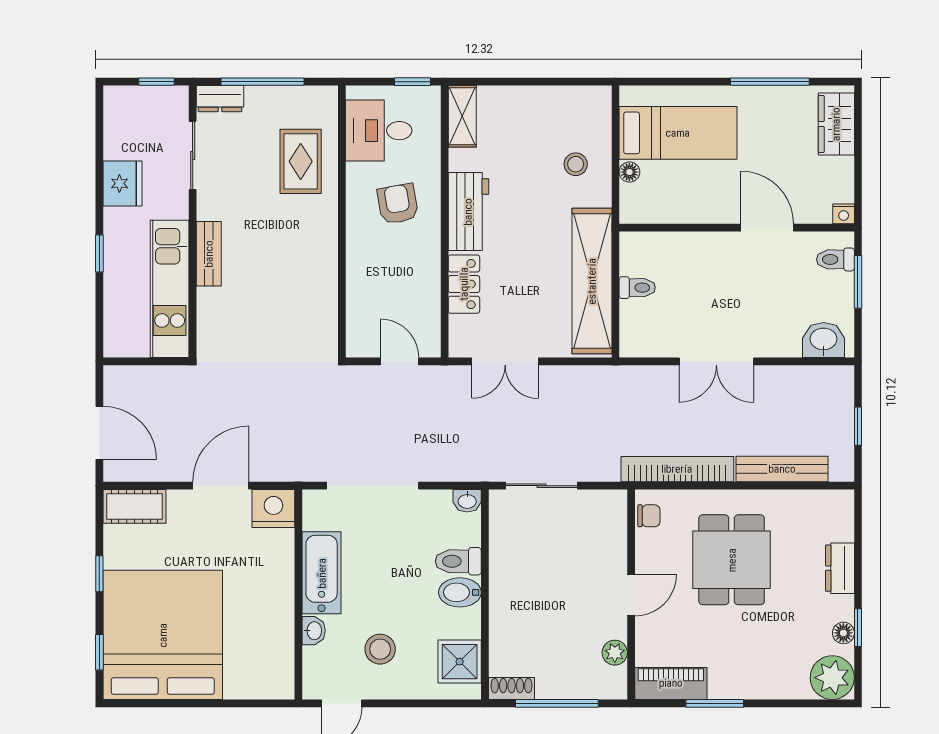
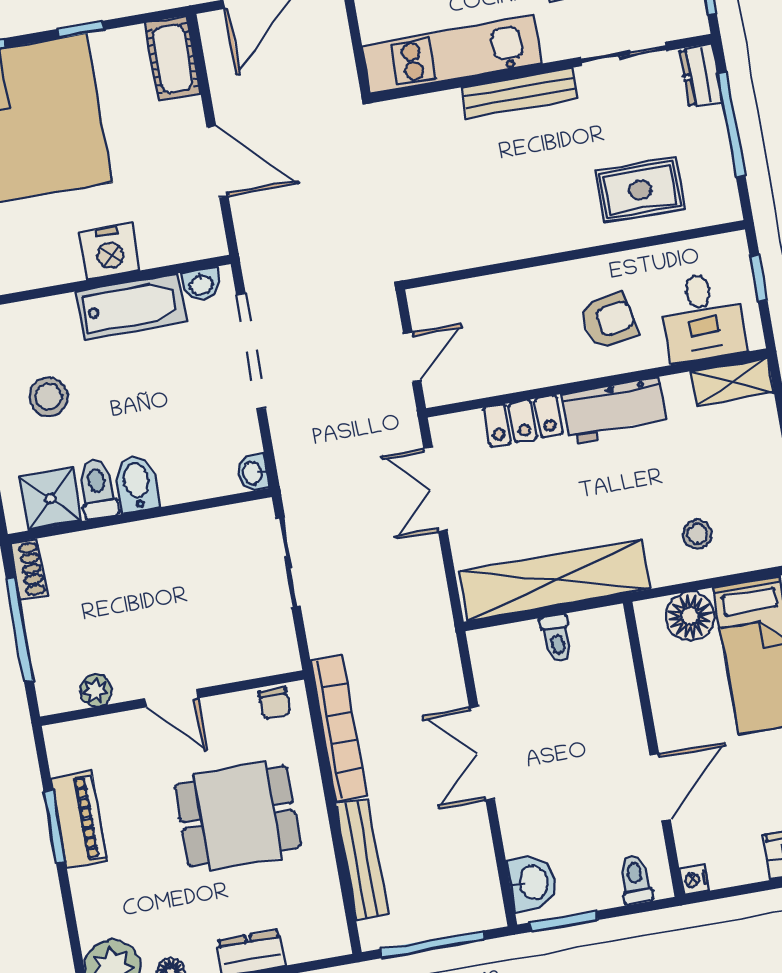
window: (413, 82) -> (759, 278), moved
desk: (379, 131) -> (702, 317), moved, turned 180
floor lamp: (629, 172) -> (690, 616), width x1.89, depth x1.89
bench: (209, 254) -> (519, 93), width x1.36
window: (858, 282) -> (564, 921), moved
window: (858, 426) -> (432, 944), width x2.17
nightstand: (273, 508) -> (110, 251), moved, turned 90
toilet: (458, 561) -> (98, 489), moved
washbasin: (314, 631) -> (201, 284), moved
piano: (671, 683) -> (79, 819), moved

